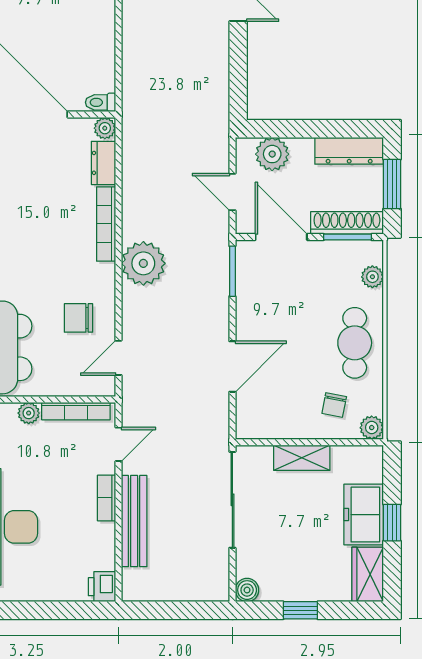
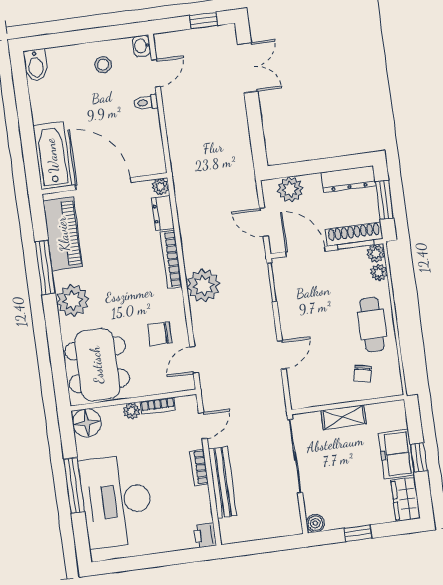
toilet: (101, 102) -> (146, 103), moved
door: (232, 366) -> (282, 355), width x0.73
bookcase: (76, 411) -> (158, 406), width x0.64
plant: (372, 428) -> (376, 253), moved

